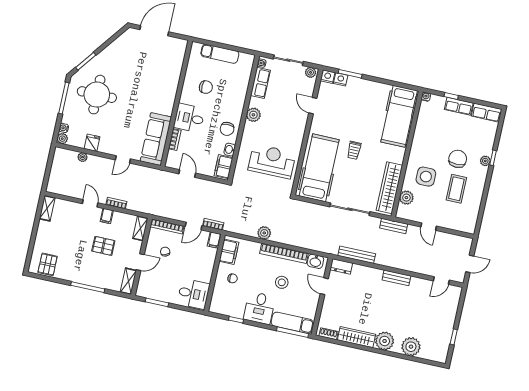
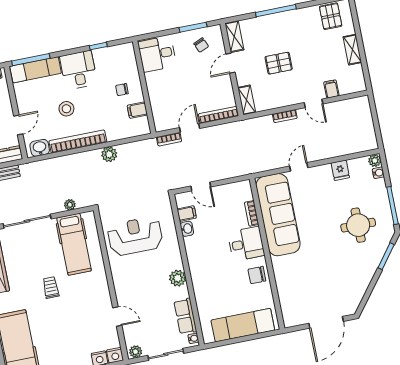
exam couch: (220, 54) -> (243, 325), width x1.36, depth x1.45
chair: (206, 87) -> (257, 275), moved
round table: (97, 95) -> (358, 225), width x0.73, depth x0.73
chair: (227, 129) -> (200, 250), removed
sofa: (156, 139) -> (278, 215), width x1.36, depth x1.27
plant: (83, 157) -> (70, 205), moved
reception desk: (272, 161) -> (135, 236), turned 180
filing cabinet: (223, 167) -> (187, 213), width x0.50
hospital bed: (319, 168) -> (74, 244), width x0.73, depth x0.78
door: (187, 173) -> (201, 186), moved
shelving: (47, 208) -> (352, 50), moved
filing cabinet: (107, 216) -> (331, 89), moved
filing cabinet: (214, 240) -> (160, 123), removed
chair: (165, 252) -> (201, 45), moved
filing cabinet: (229, 252) -> (137, 110), width x0.50
door: (324, 286) -> (18, 125), hinge flipped

